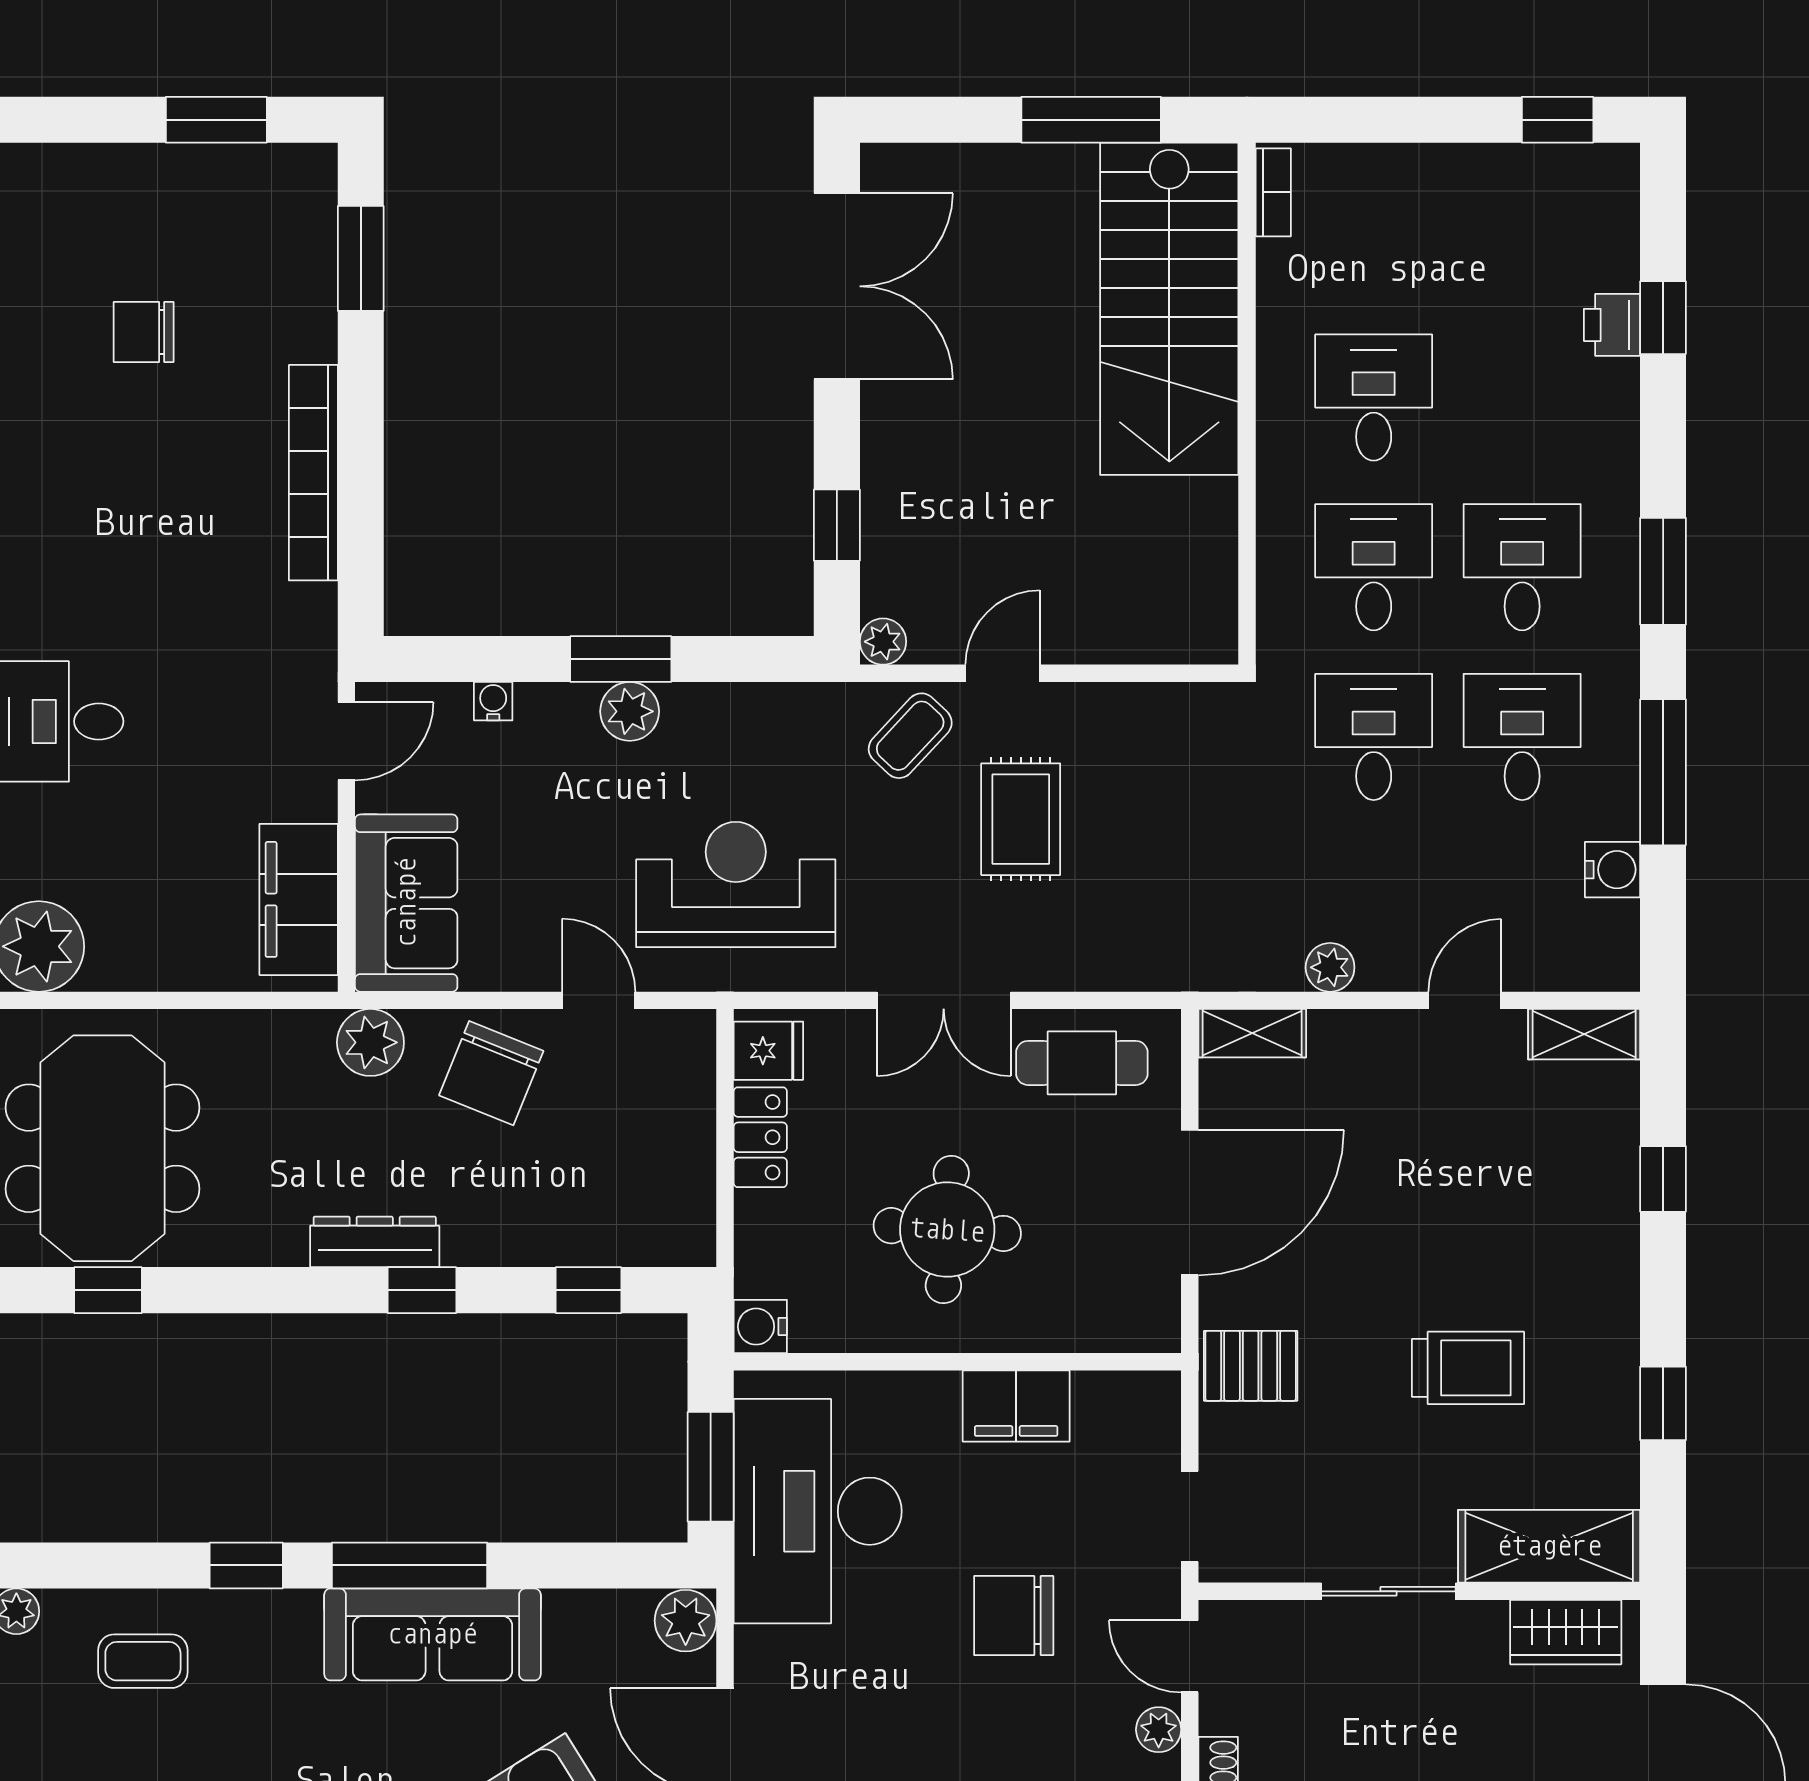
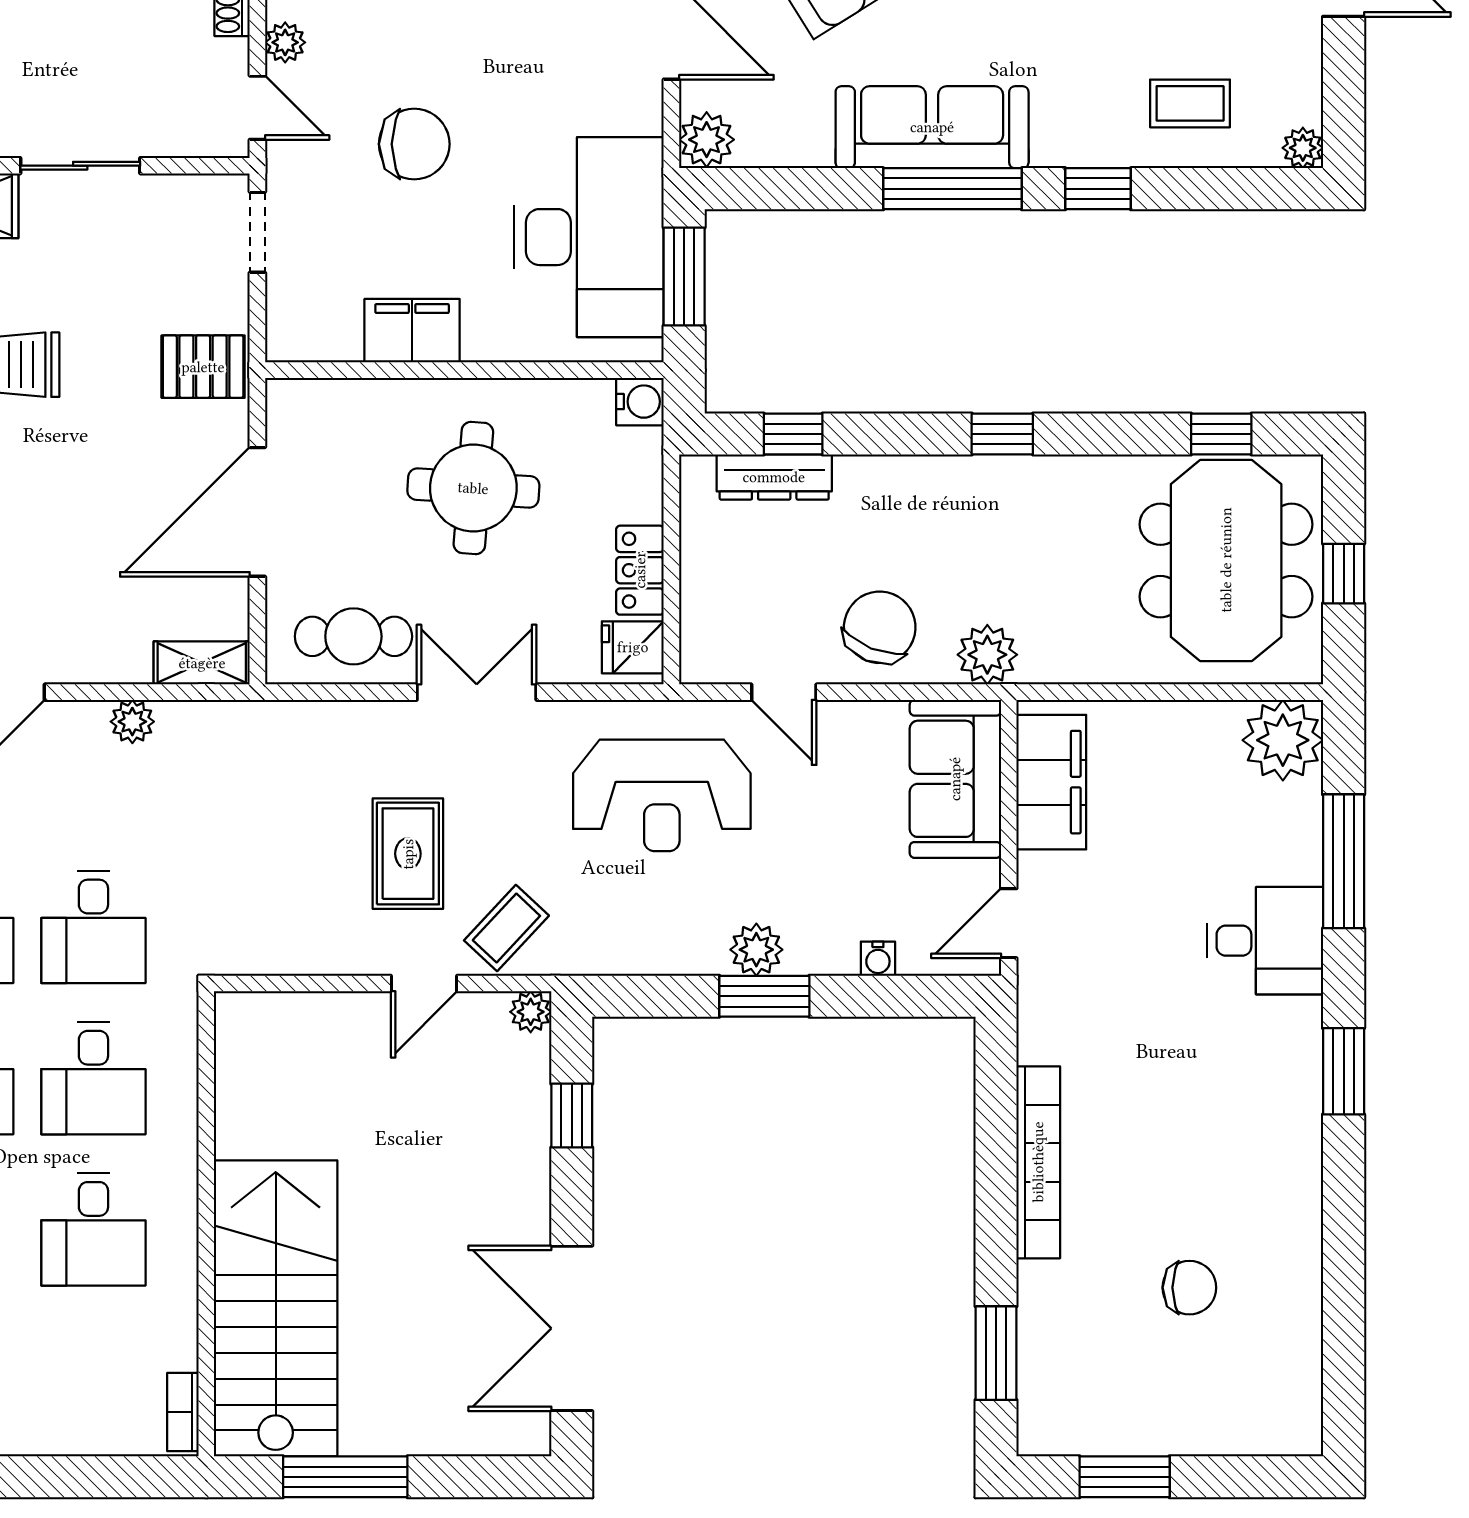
dresser: (375, 1242) -> (774, 477), moved
window: (422, 1290) -> (1002, 434), moved

